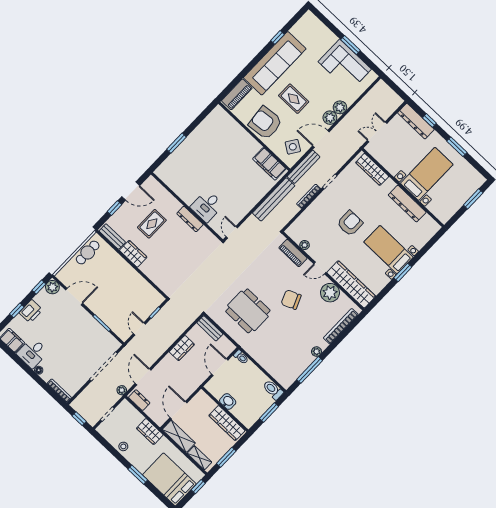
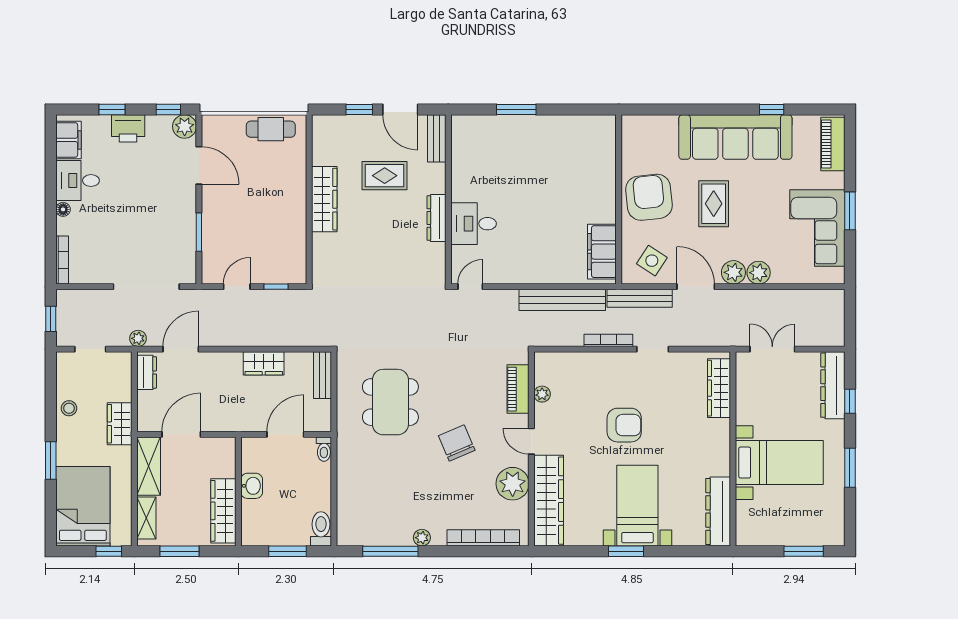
piano: (237, 94) -> (833, 144), moved, turned 90
dresser: (407, 204) -> (718, 511), moved
bench: (112, 237) -> (437, 138), moved
wardrobe: (133, 254) -> (324, 199), width x1.50

